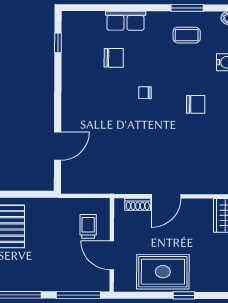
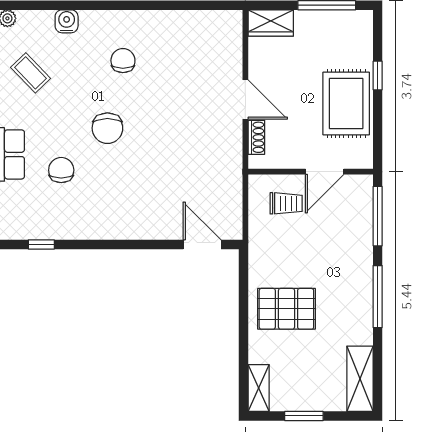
coffee table: (187, 35) -> (31, 73), turned -44
chair: (145, 93) -> (107, 128), width x1.87, depth x1.87
door: (58, 146) -> (202, 244), moved
trolley: (88, 226) -> (286, 203), turned 180

